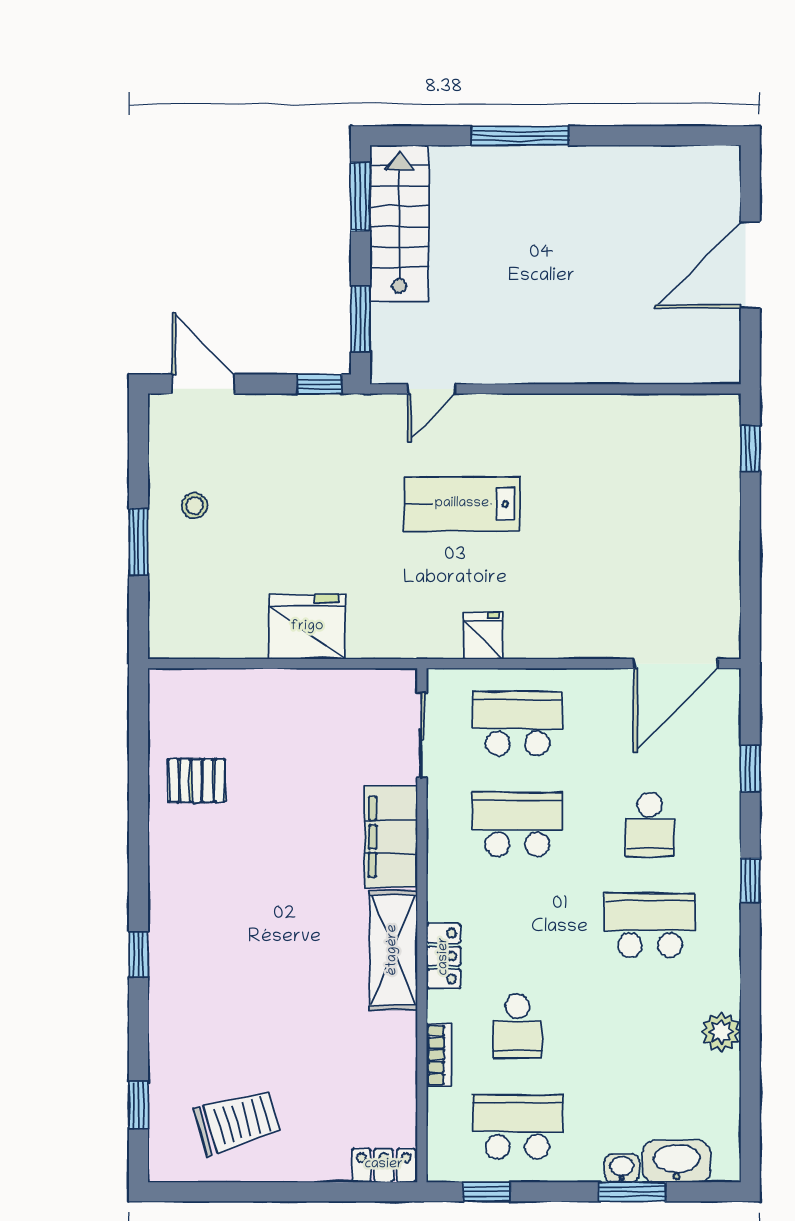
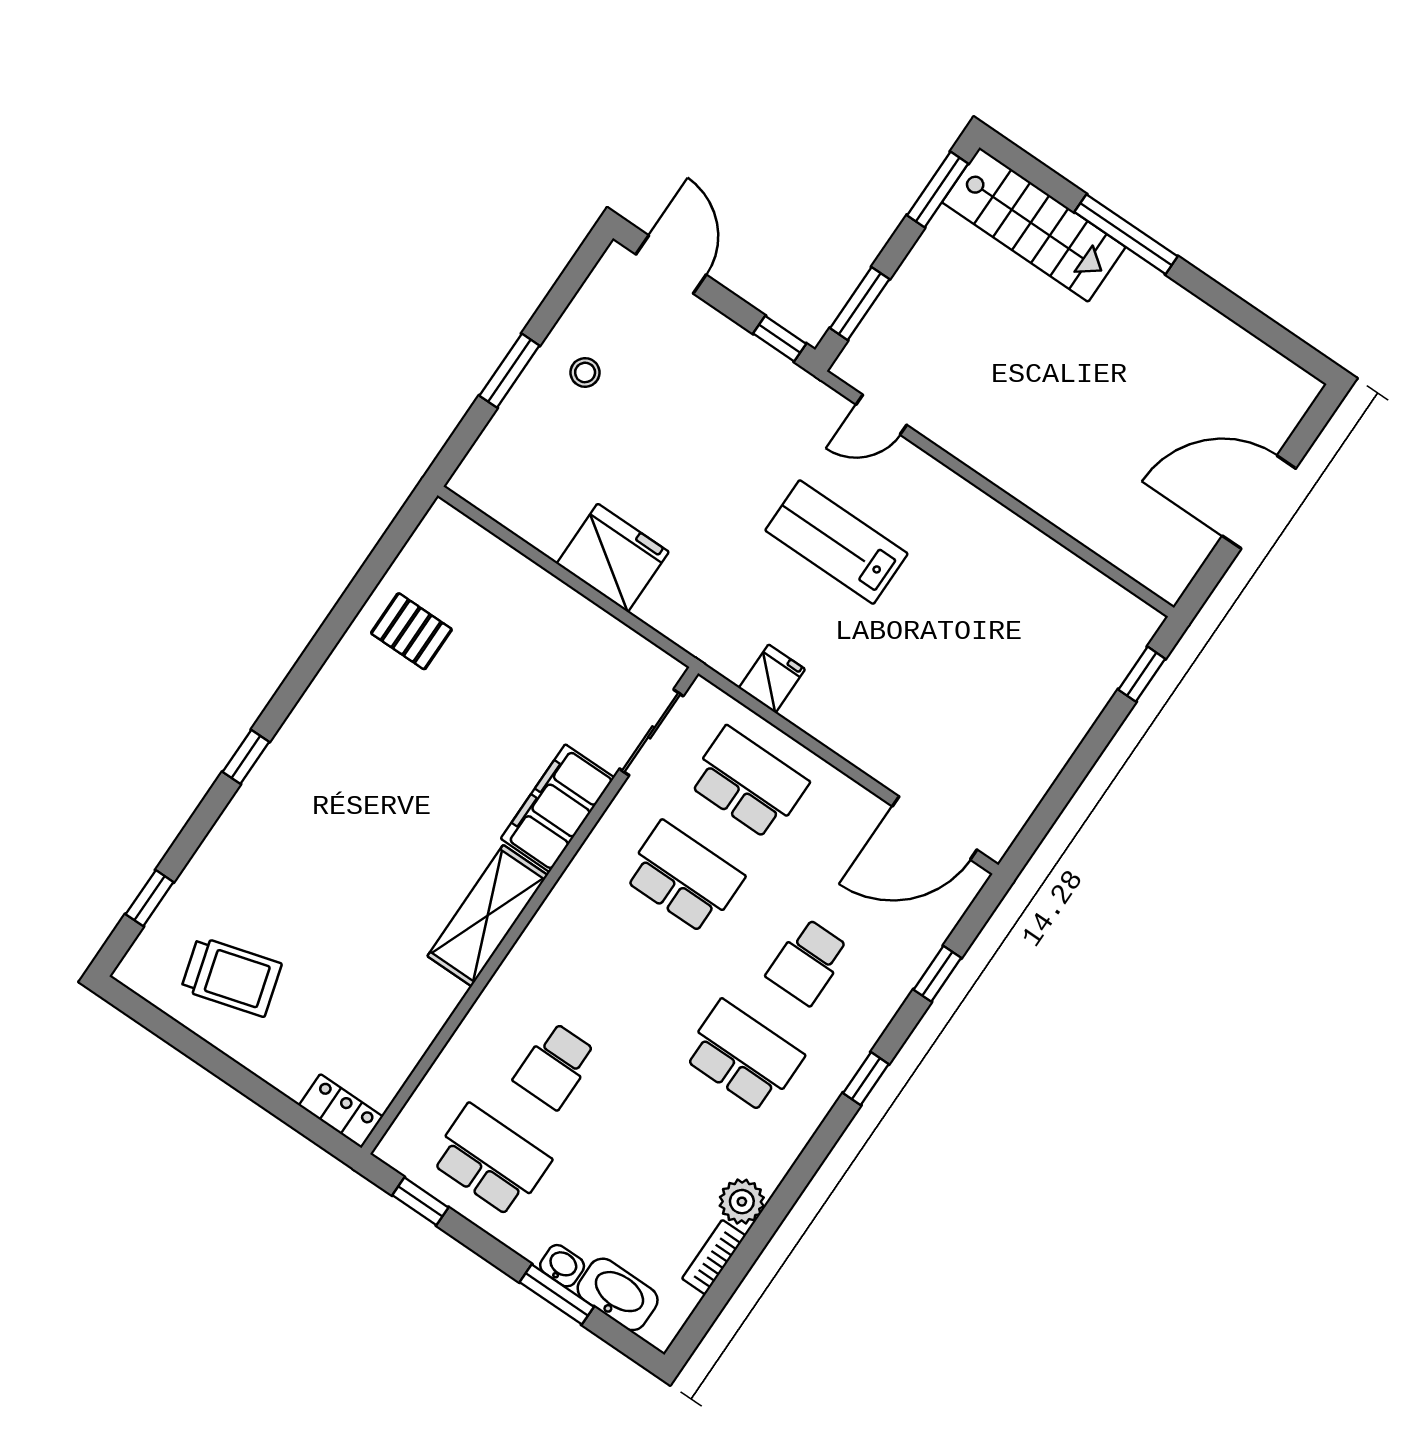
stairs: (399, 223) -> (1034, 225), moved, turned 90
locker: (444, 956) -> (531, 953), removed
bookcase: (439, 1055) -> (714, 1257), moved, turned 180

